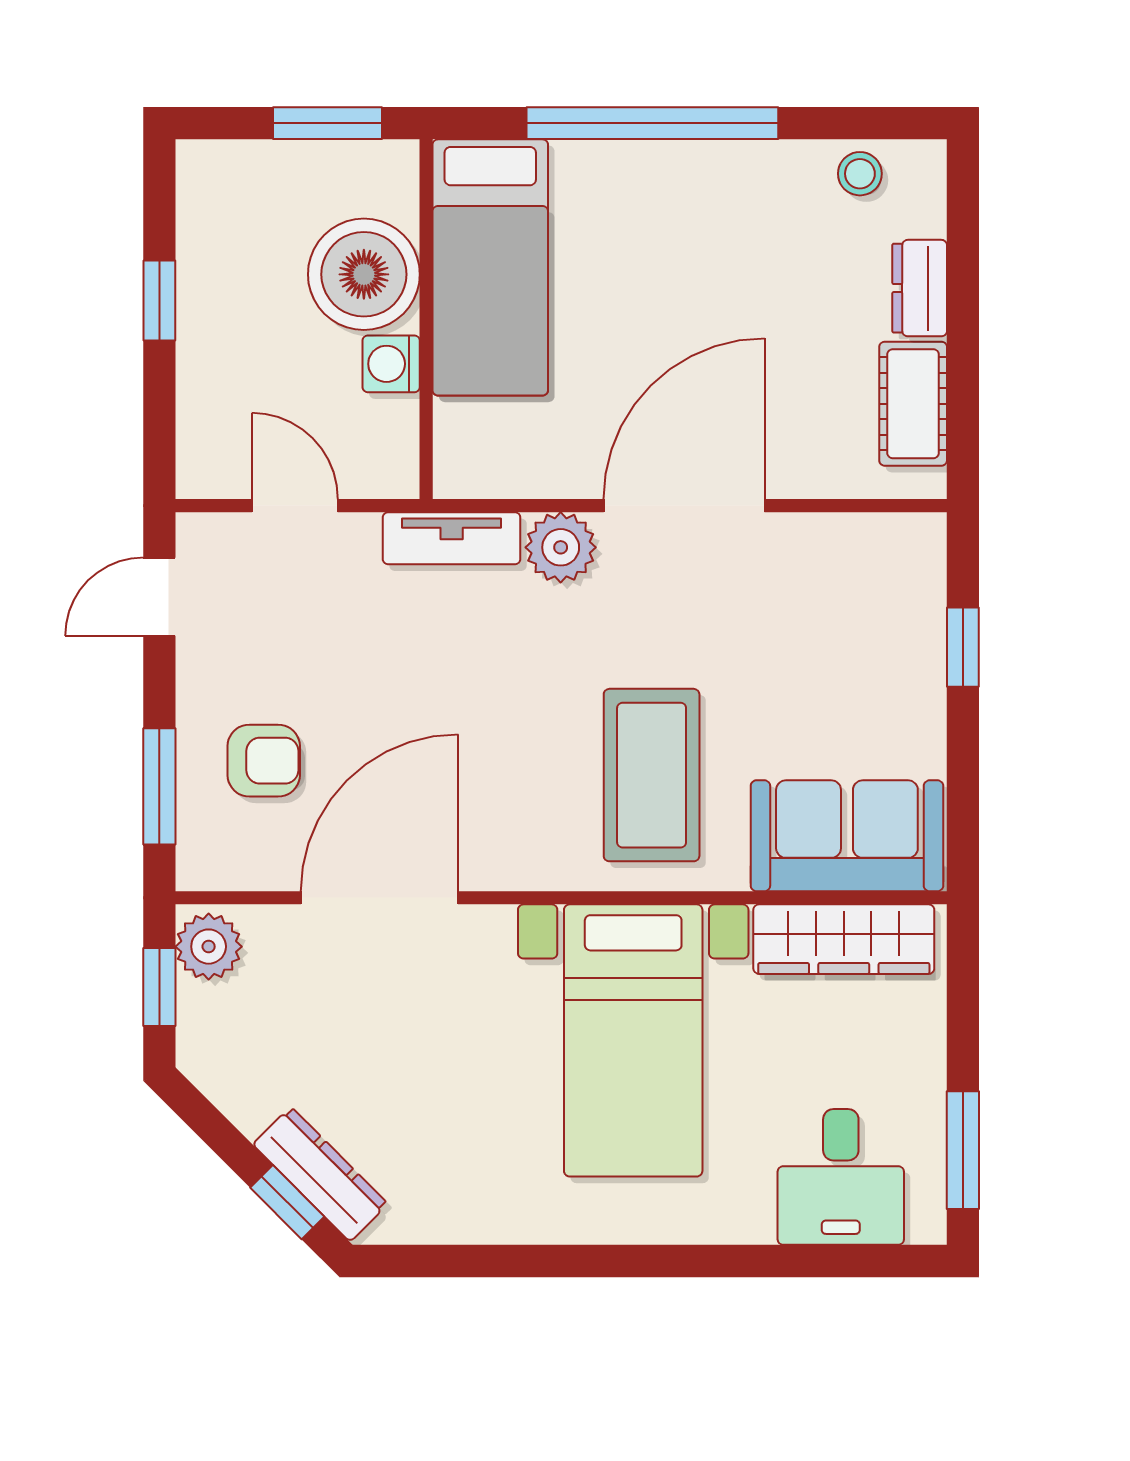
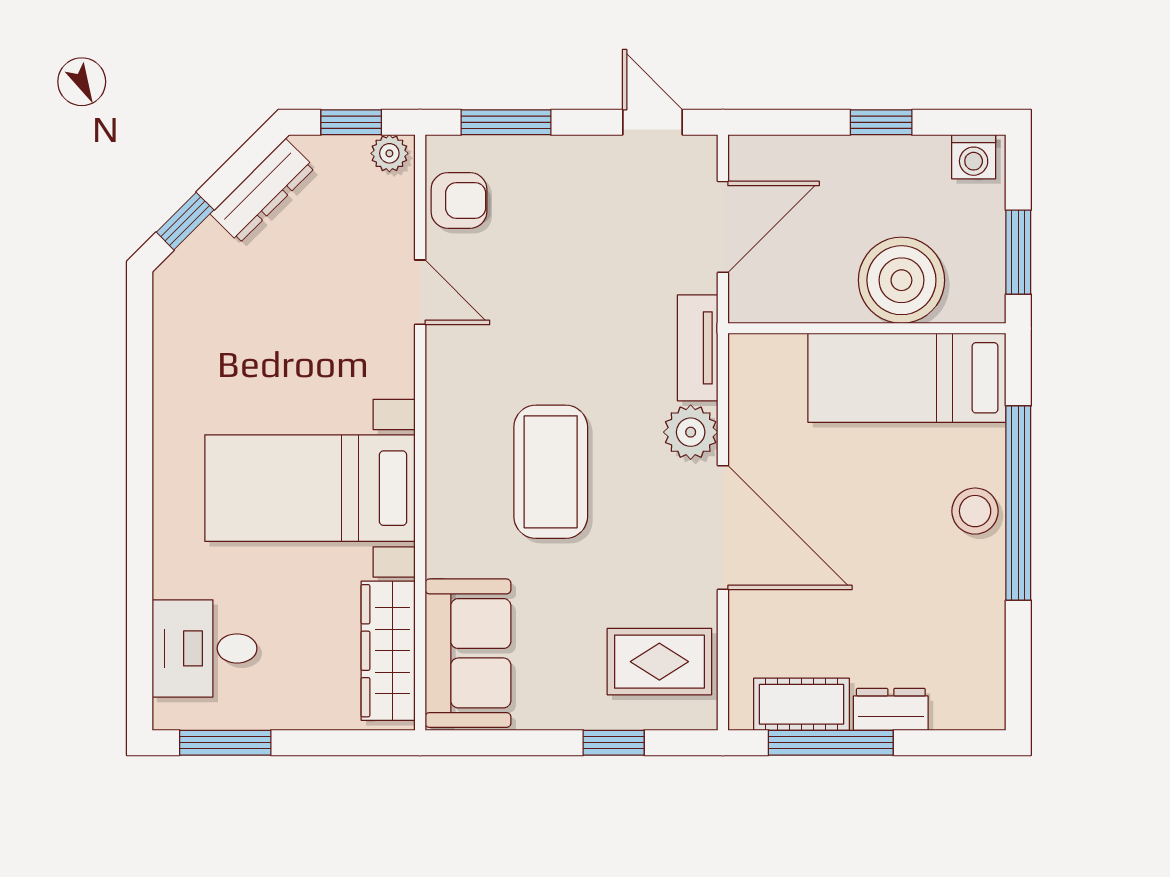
stool: (860, 174) -> (975, 511), moved, width x1.37, depth x1.37
washing machine: (391, 364) -> (974, 157), moved, turned 180
window: (963, 366) -> (831, 743), added
door: (295, 506) -> (723, 227), width x1.38
rug: (858, 588) -> (659, 662), added
armchair: (264, 761) -> (459, 200), moved, turned -90
coffee table: (652, 775) -> (551, 472), moved, turned 90
door: (380, 898) -> (420, 292), width x0.53
plant: (209, 947) -> (389, 153), width x0.73, depth x0.73
dresser: (320, 1174) -> (262, 191), moved

